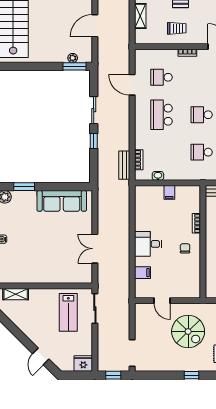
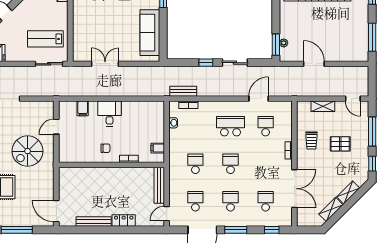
filing cabinet: (169, 192) -> (158, 148), moved

